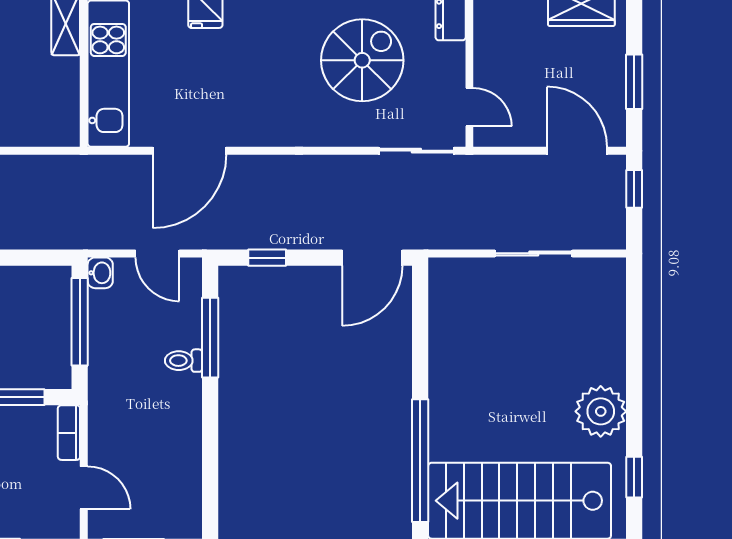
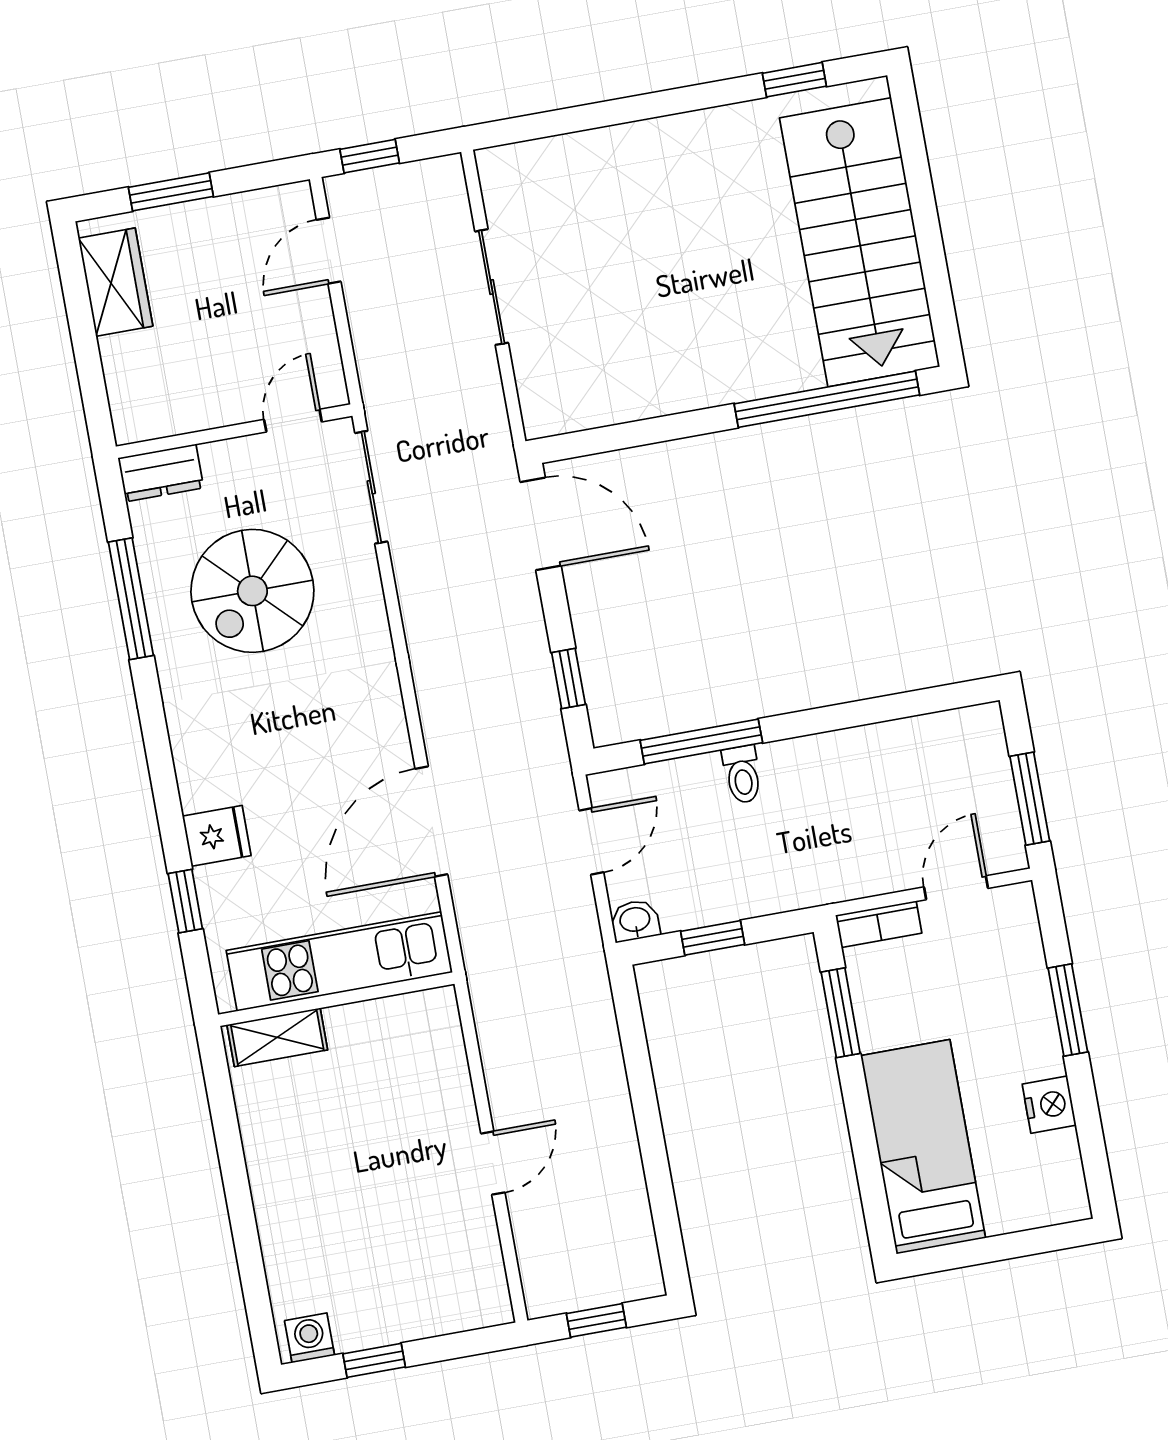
spiral stairs: (362, 60) -> (252, 591), turned -90
window: (634, 82) -> (171, 192), moved
door: (189, 151) -> (431, 822), swing flipped
door: (577, 151) -> (329, 251), width x0.73
window: (80, 322) -> (713, 938), width x0.46
plant: (601, 411) -> (707, 146), removed

